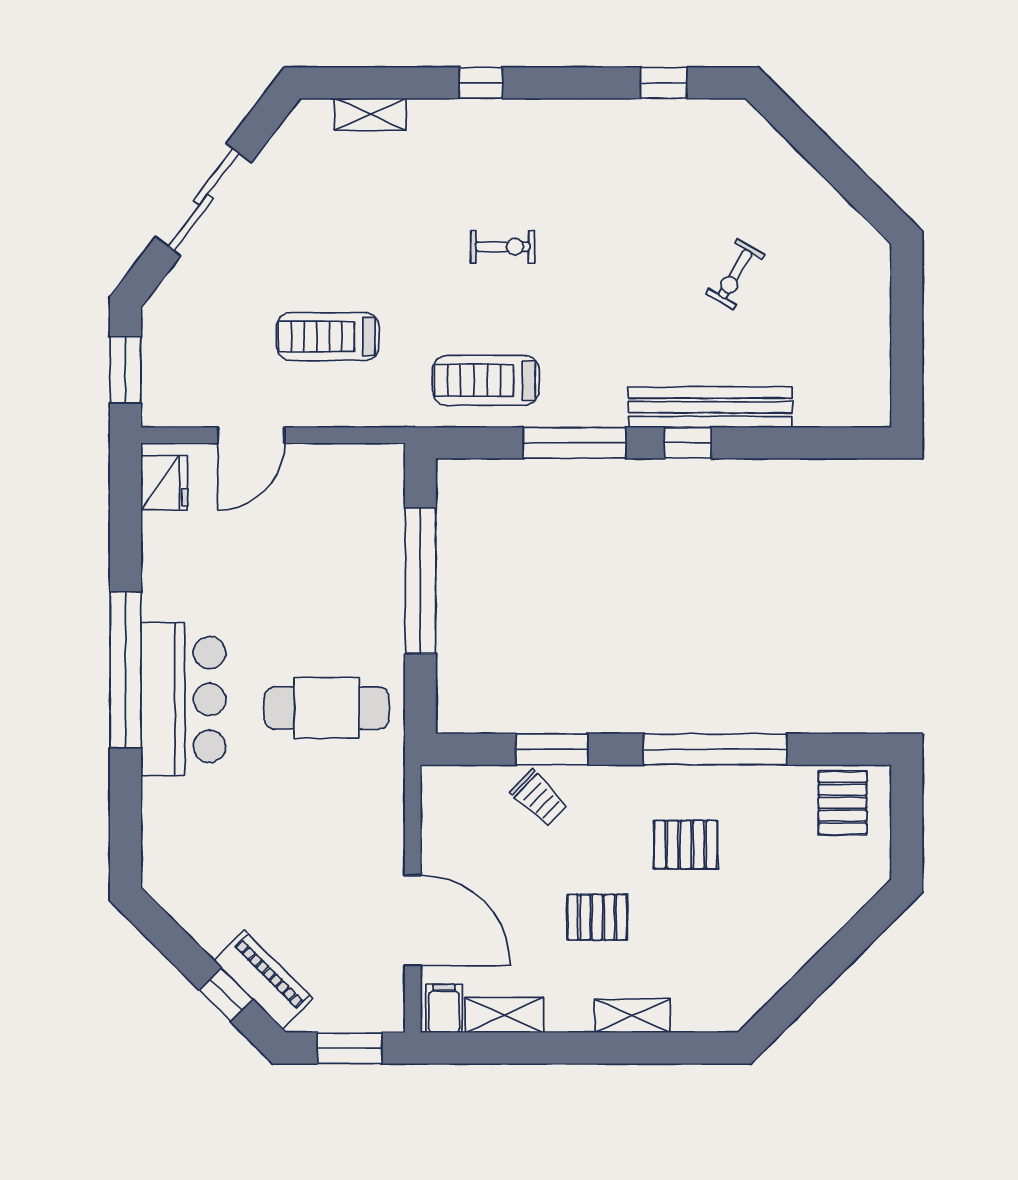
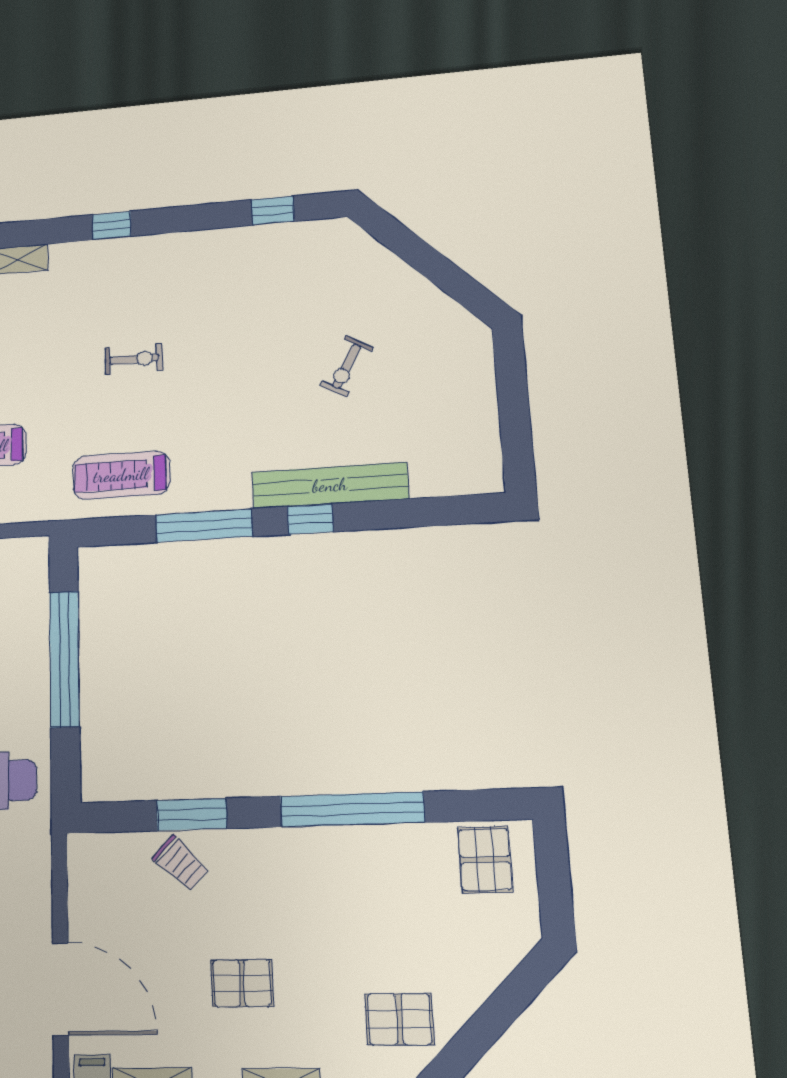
pallet: (686, 845) -> (399, 1019), moved

